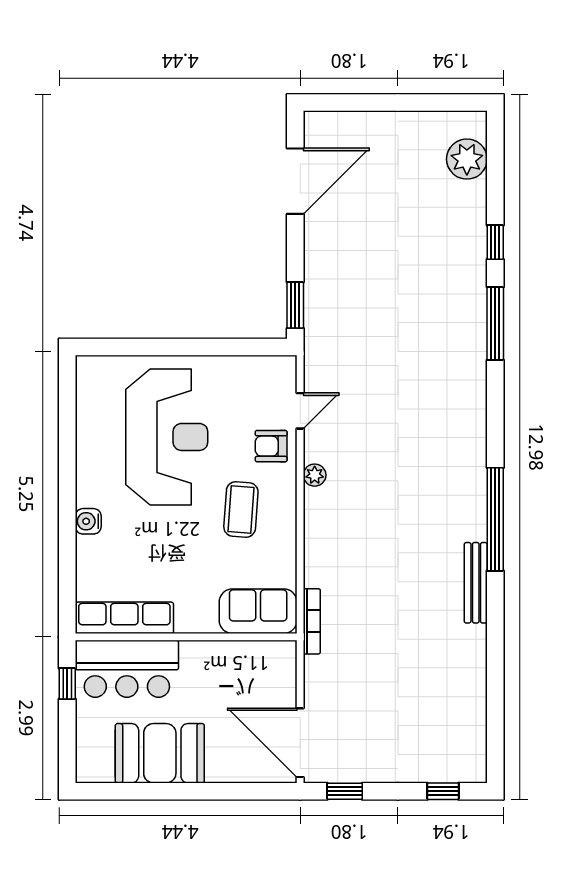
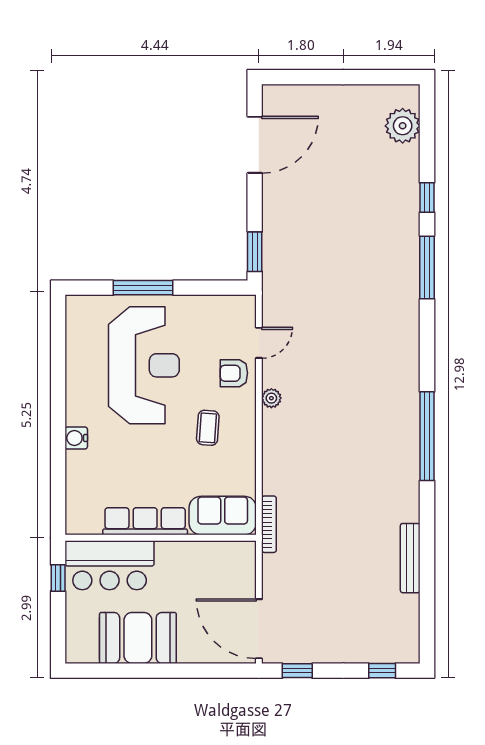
window: (166, 347) -> (143, 288), added
coffee table: (241, 509) -> (208, 428), width x0.73, depth x0.77
bench: (476, 583) -> (410, 558), moved
row of seats: (124, 618) -> (145, 521), moved

